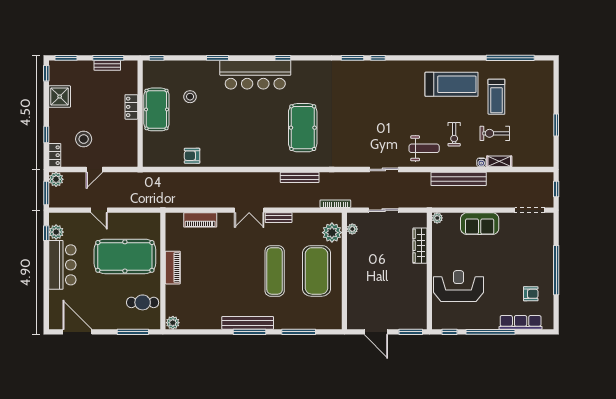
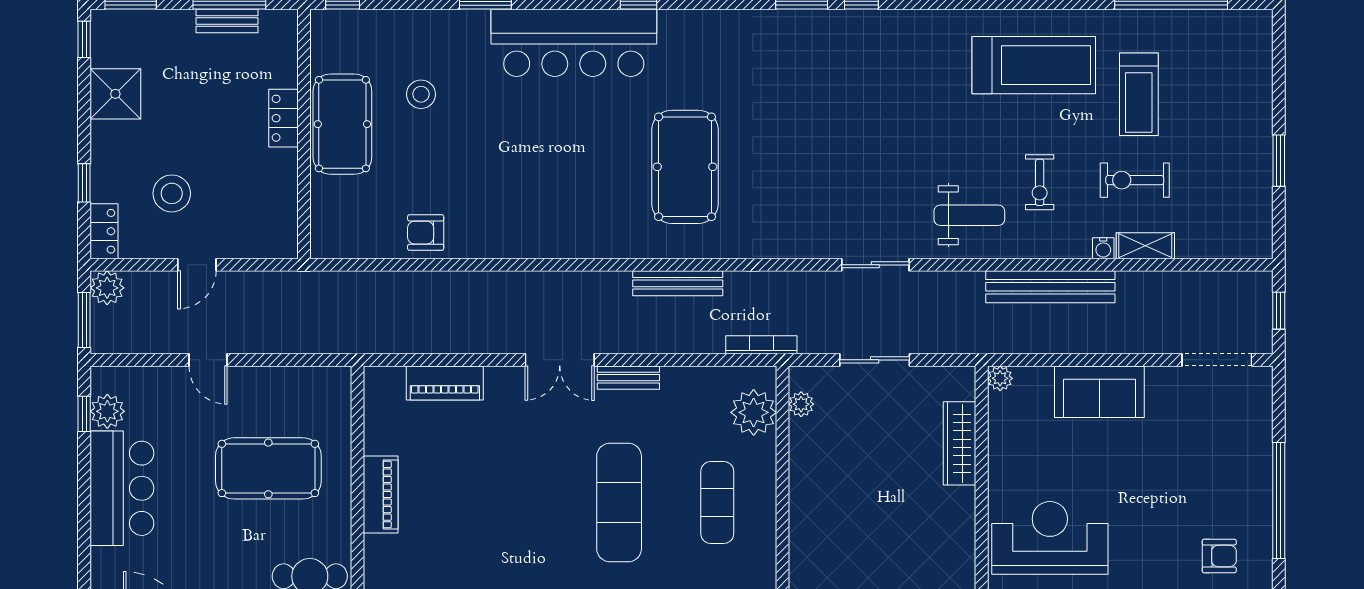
pool table: (125, 256) -> (268, 468), width x0.73, depth x0.76
exercise mat: (316, 271) -> (717, 502), width x0.50, depth x0.69

